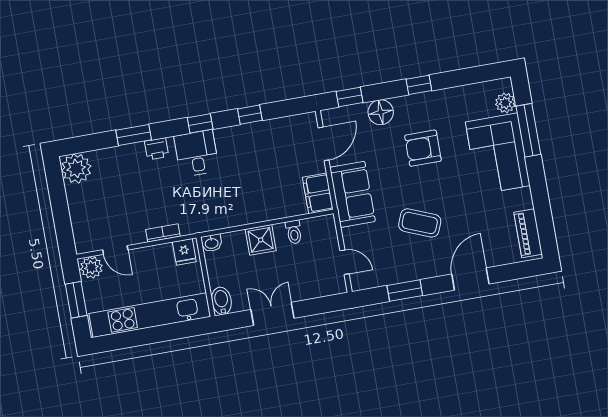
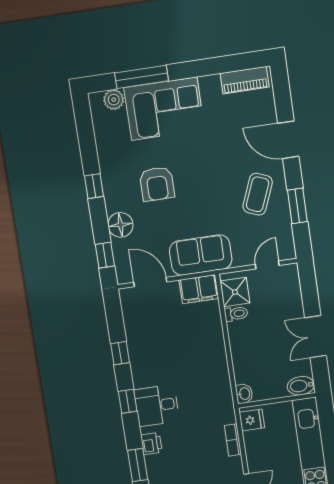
coffee table: (420, 223) -> (258, 194), moved
shower: (261, 240) -> (235, 292), moved

